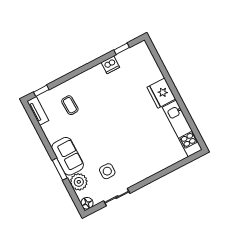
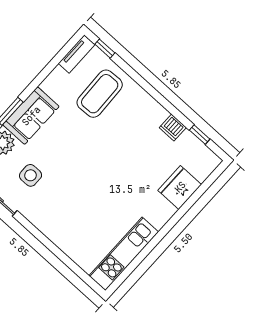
fridge: (161, 93) -> (180, 187), moved
coffee table: (70, 105) -> (100, 94), width x1.86, depth x1.72

